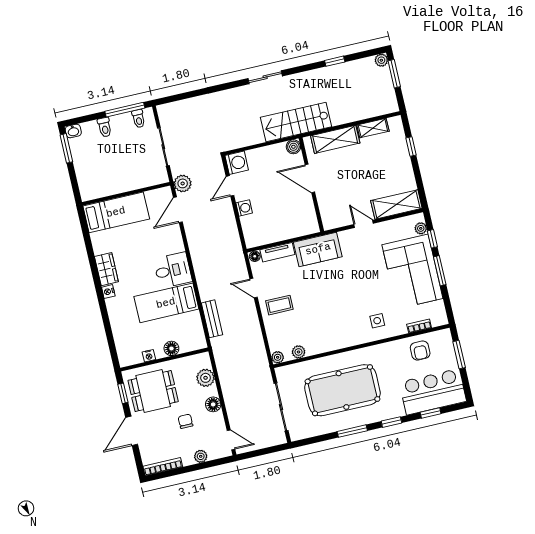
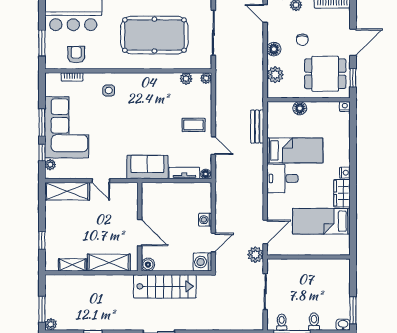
stairs: (296, 122) -> (165, 286), moved
bed: (116, 212) -> (321, 221), moved
nightstand: (149, 356) -> (345, 106), moved

